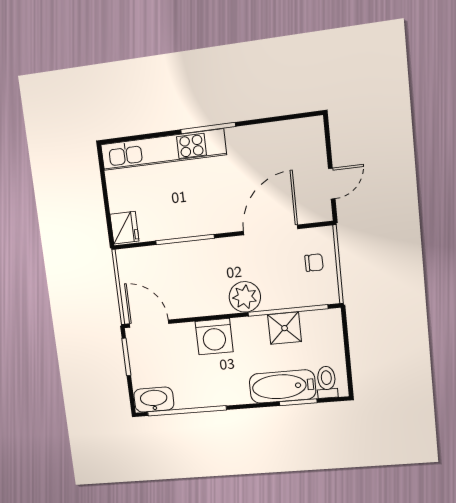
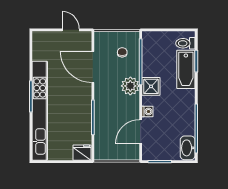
kitchen unit: (163, 150) -> (40, 111), width x1.36
chair: (314, 263) -> (122, 52), moved
door: (149, 324) -> (141, 132), moved
shower: (285, 328) -> (151, 86), moved
washing machine: (214, 337) -> (147, 112), width x0.53, depth x0.53

